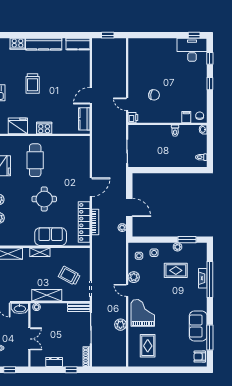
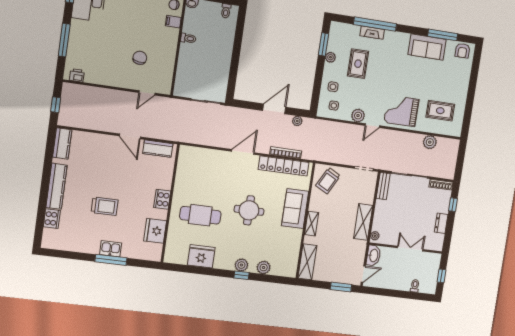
window: (159, 35) -> (64, 40), added
printer: (133, 118) -> (77, 75), moved
door: (91, 187) -> (243, 152), hinge flipped
trolley: (69, 276) -> (328, 181), moved
plant: (120, 325) -> (430, 142), moved

